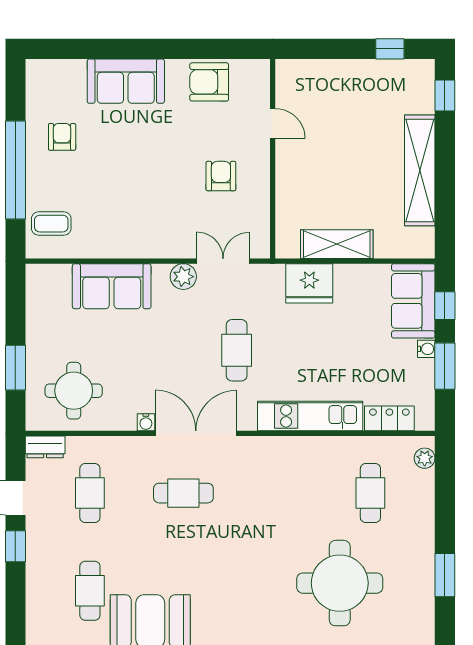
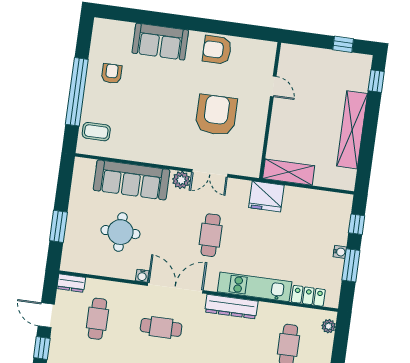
door: (273, 123) -> (273, 86), moved
wall: (273, 159) -> (270, 110), moved
armchair: (221, 176) -> (216, 115), width x1.88, depth x1.88
double door: (223, 261) -> (210, 173), swing flipped
sofa: (112, 286) -> (132, 180), width x1.36
sofa: (413, 301) -> (336, 218), removed
round table: (74, 391) -> (120, 232), moved
dresser: (281, 449) -> (231, 307), added

